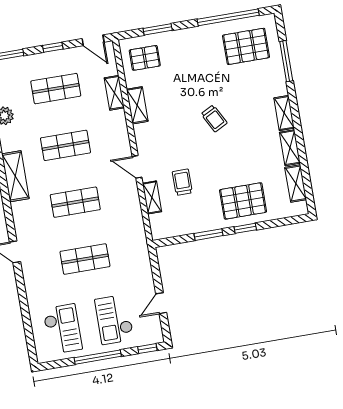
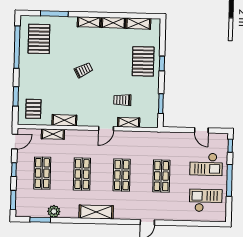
window: (208, 235) -> (161, 104), moved

